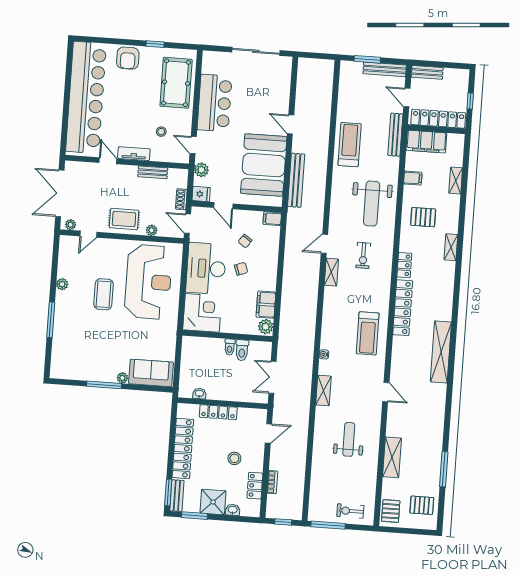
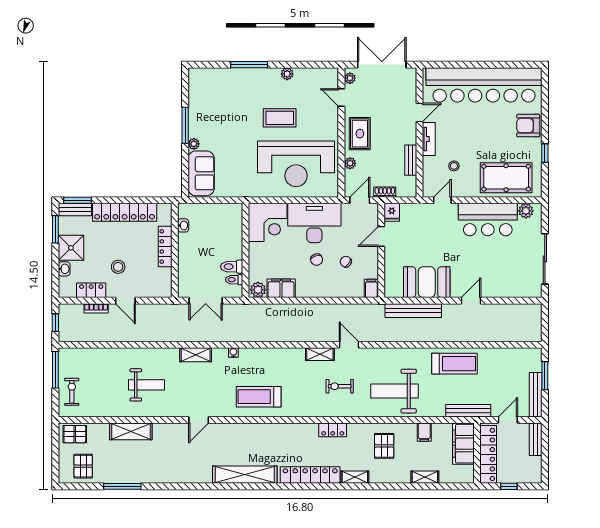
booth: (264, 165) -> (427, 282), width x0.73, depth x0.70
plant: (201, 170) -> (526, 211), moved
locker: (403, 308) -> (310, 475), moved, turned 180
toilet: (230, 347) -> (234, 280), moved
double door: (272, 377) -> (206, 301), swing flipped
door: (268, 433) -> (125, 301), moved

